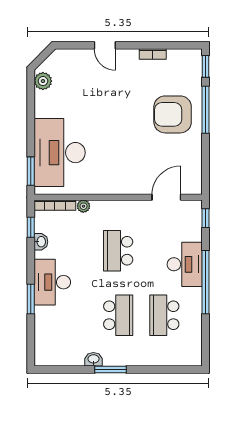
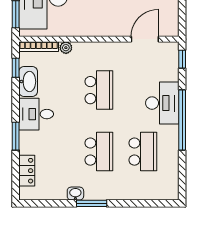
washbasin: (41, 242) -> (28, 82), width x1.91, depth x1.45
school desk: (118, 251) -> (99, 90), turned 180
desk: (52, 282) -> (36, 114), width x0.73
school desk: (164, 315) -> (143, 152), turned 180
locker: (42, 335) -> (27, 171), added

